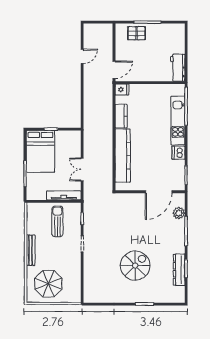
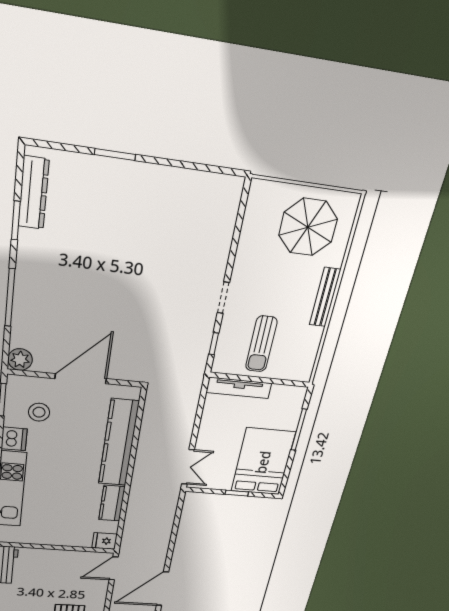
door: (82, 56) -> (162, 589), width x1.87
double door: (82, 169) -> (188, 467), moved
stool: (167, 170) -> (39, 412), added
door: (159, 192) -> (81, 379), moved
plant: (179, 213) -> (20, 360), moved
spiral stairs: (135, 266) -> (124, 241), removed
dresser: (179, 270) -> (34, 193), moved

